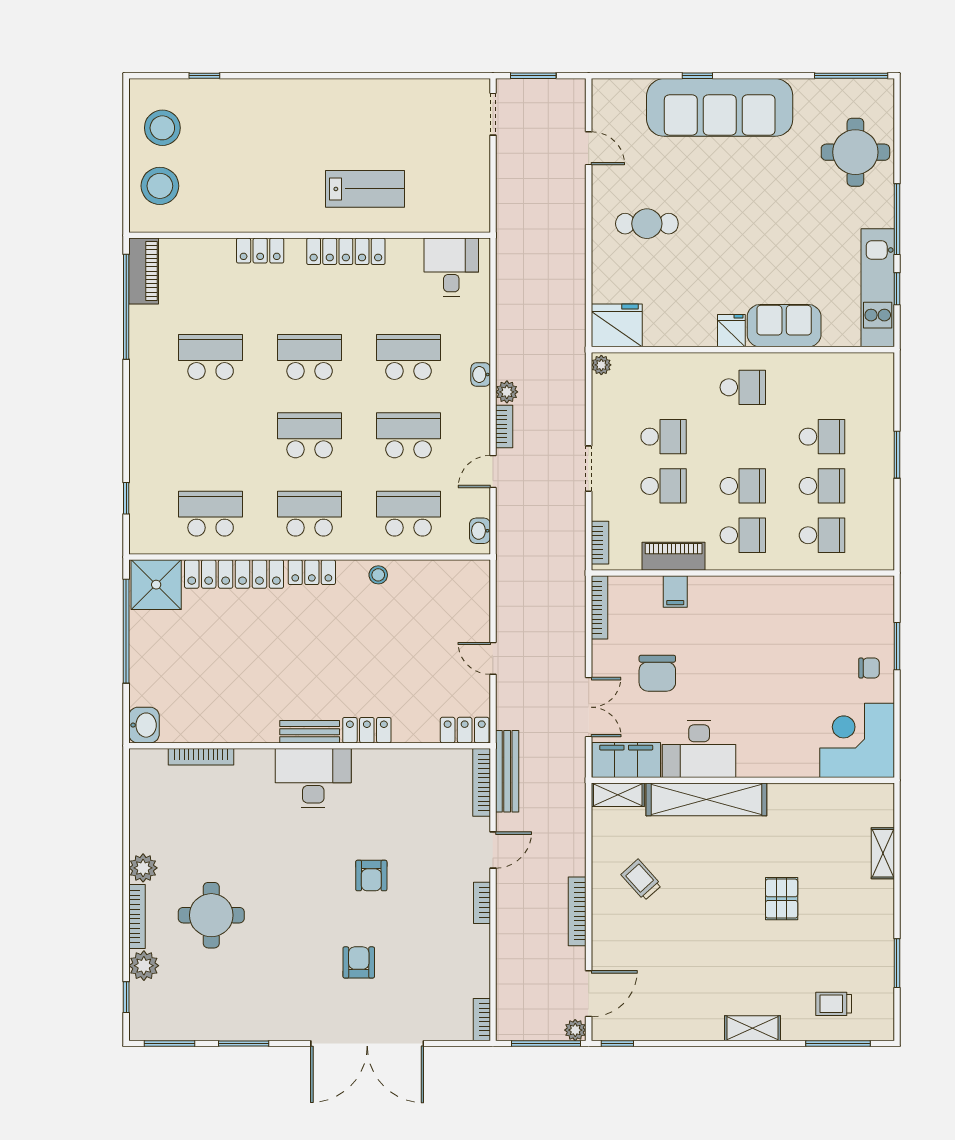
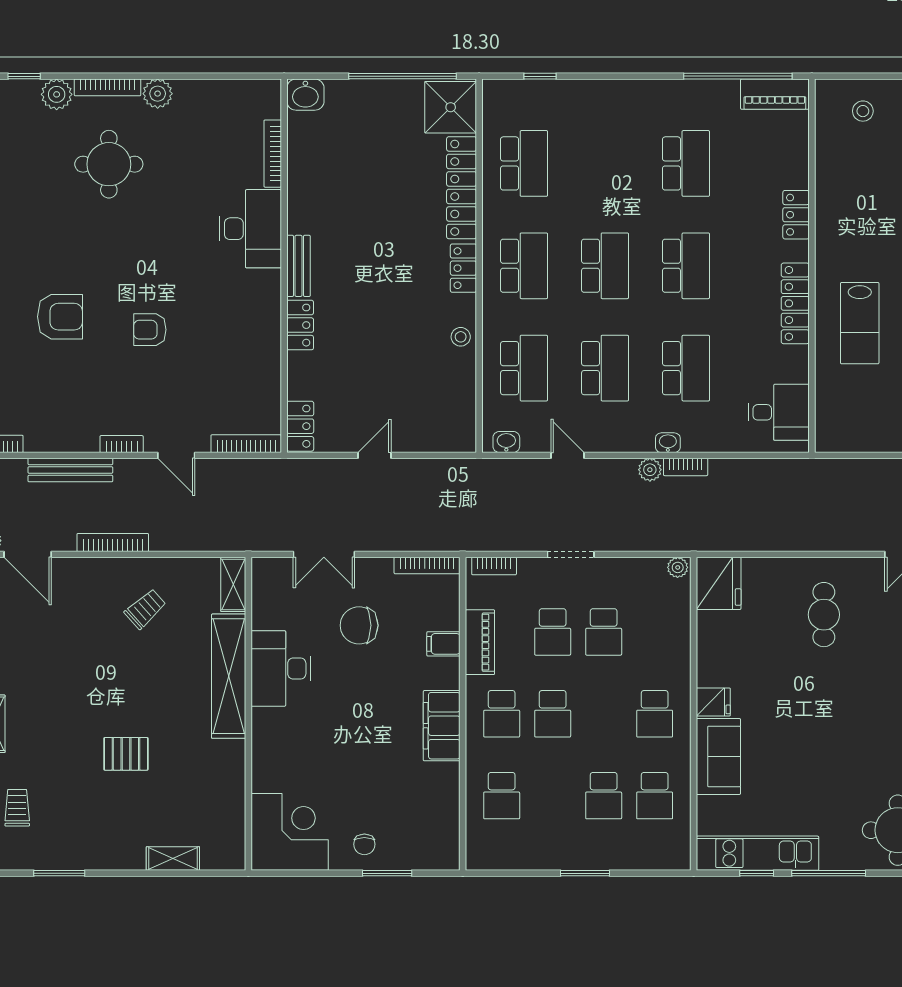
stool: (160, 186) -> (863, 111), width x0.53, depth x0.53
bookcase: (504, 426) -> (686, 467), moved
school desk: (822, 486) -> (655, 796), moved
filing cabinet: (626, 760) -> (442, 726), moved, turned 180
bench: (507, 771) -> (70, 470), moved
desk: (313, 778) -> (250, 229), moved
armchair: (359, 962) -> (60, 317), width x1.38, depth x1.38

